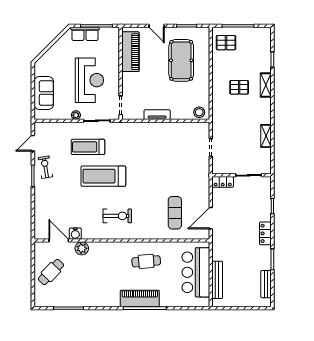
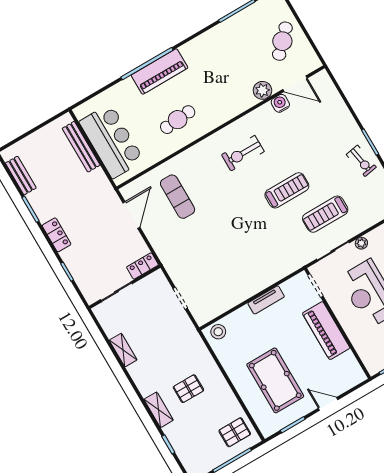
piano: (131, 52) -> (326, 331), moved
treadmill: (88, 147) -> (325, 214), turned 180
treadmill: (103, 176) -> (287, 190), width x0.73, depth x0.73

